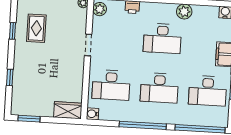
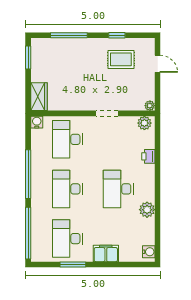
window: (10, 78) -> (69, 35), width x2.17

